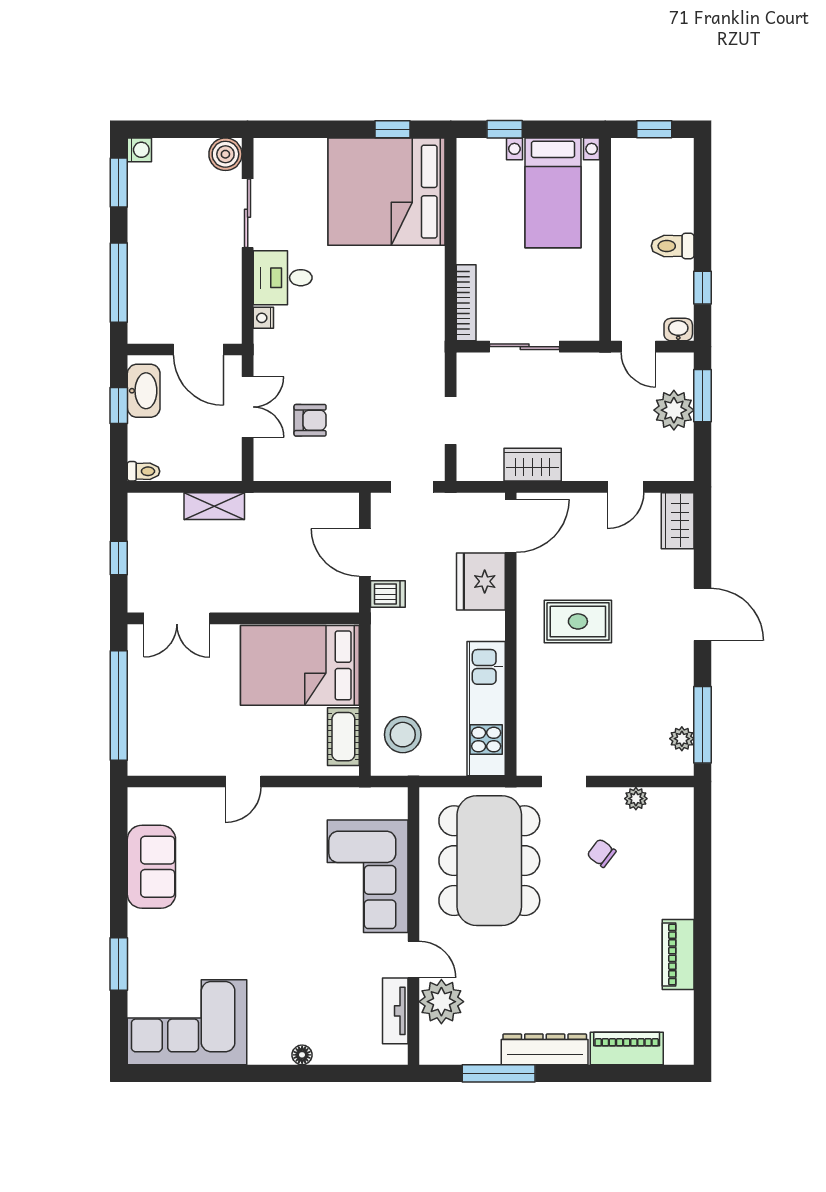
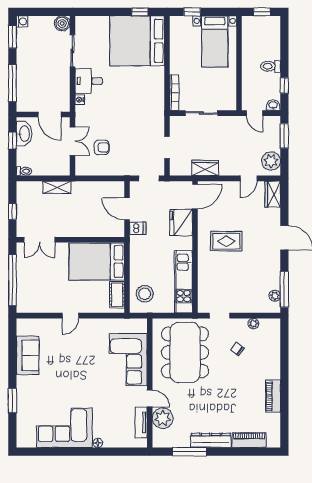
plant: (674, 410) -> (271, 161), moved
corner sofa: (187, 1022) -> (64, 428), moved

